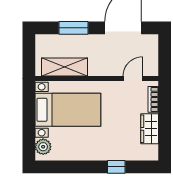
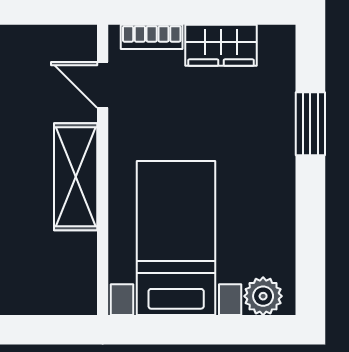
shelving: (64, 67) -> (76, 177), moved
window: (116, 167) -> (310, 124), width x1.50

